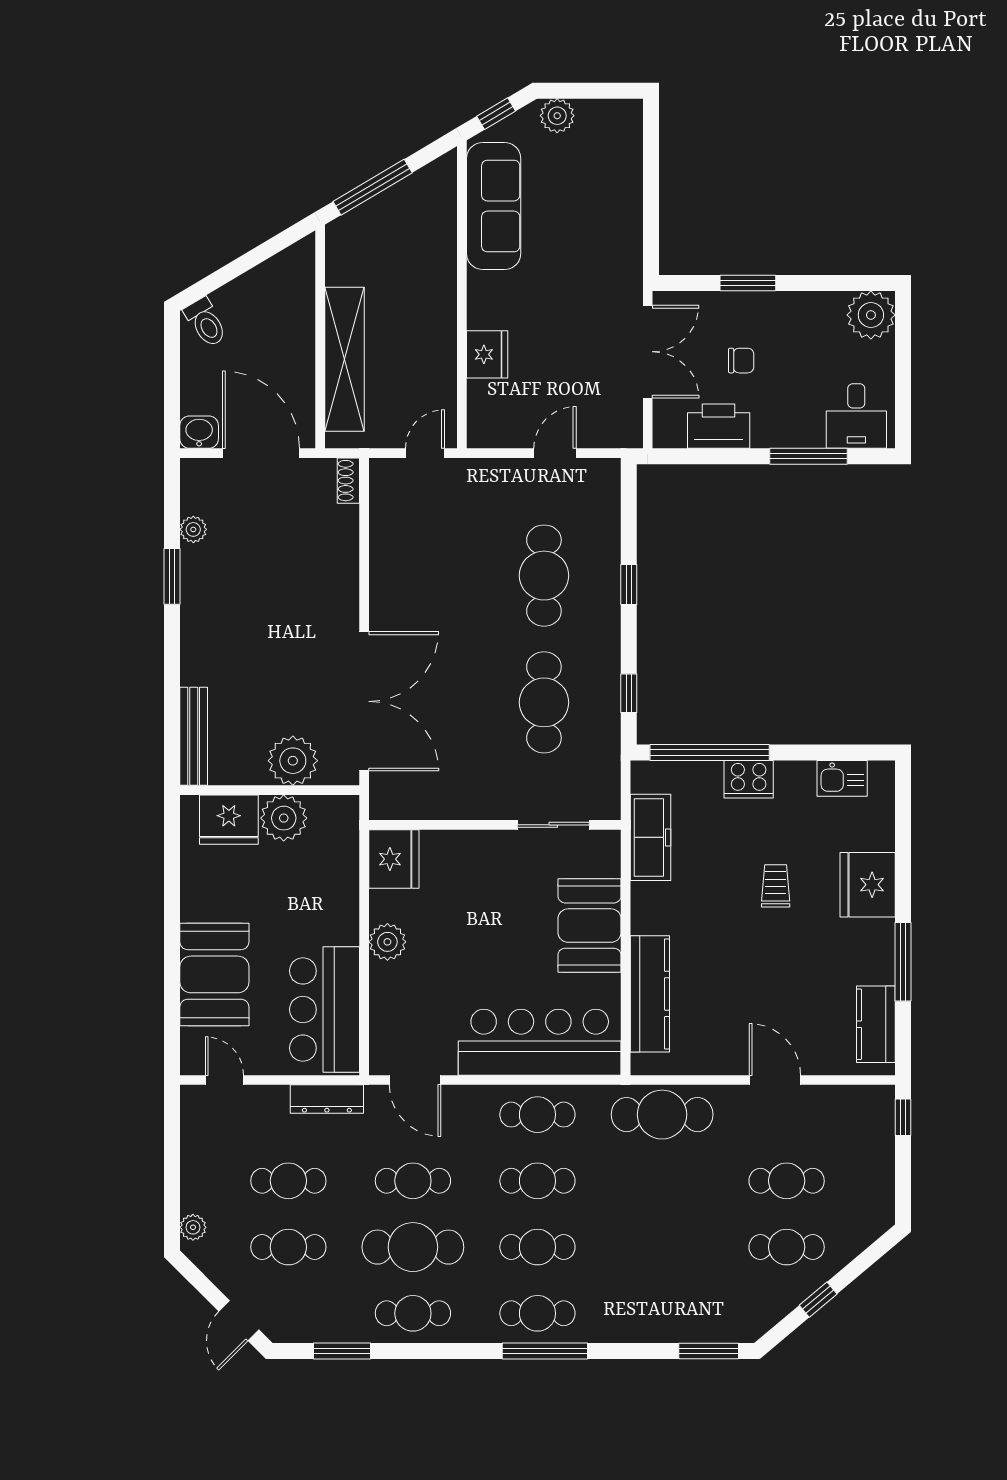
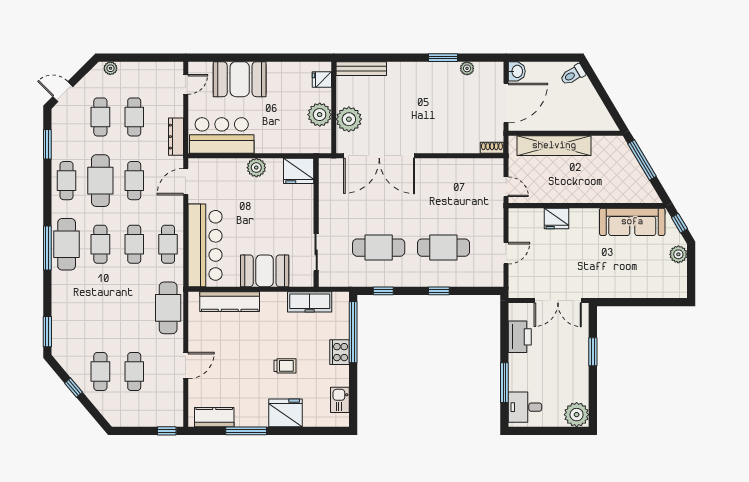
chair: (741, 361) -> (553, 348), removed
door: (555, 453) -> (506, 253), hinge flipped
fridge: (229, 820) -> (322, 80), width x0.53, depth x0.75
cafe table: (537, 1313) -> (67, 244), width x1.37, depth x1.35

